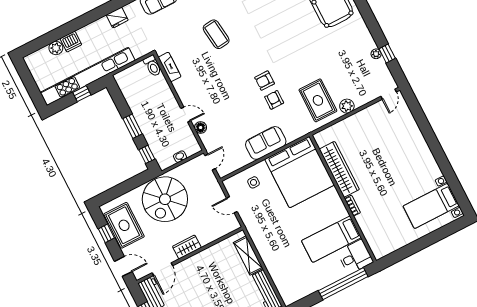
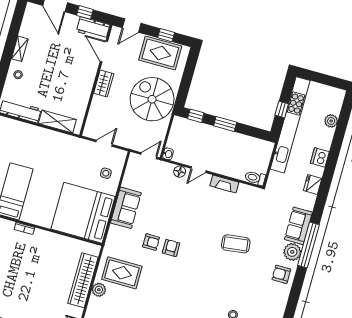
dishwasher: (71, 42) -> (320, 157), moved
fireplace: (170, 67) -> (224, 184), moved
washbasin: (180, 157) -> (168, 154), moved
door: (210, 162) -> (149, 156), swing flipped
wardrobe: (339, 169) -> (83, 280), moved, turned 90

